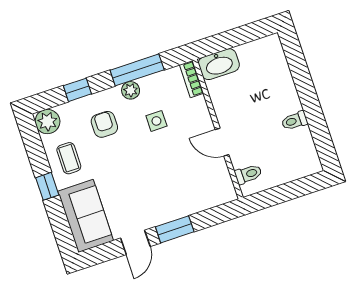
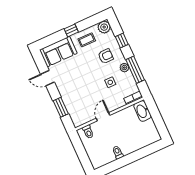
window: (175, 229) -> (61, 107), moved

